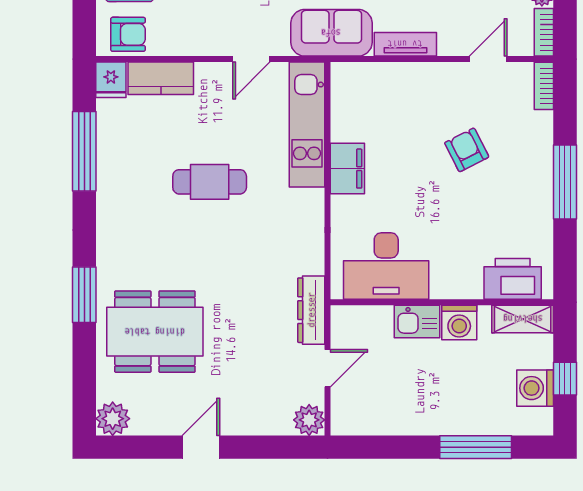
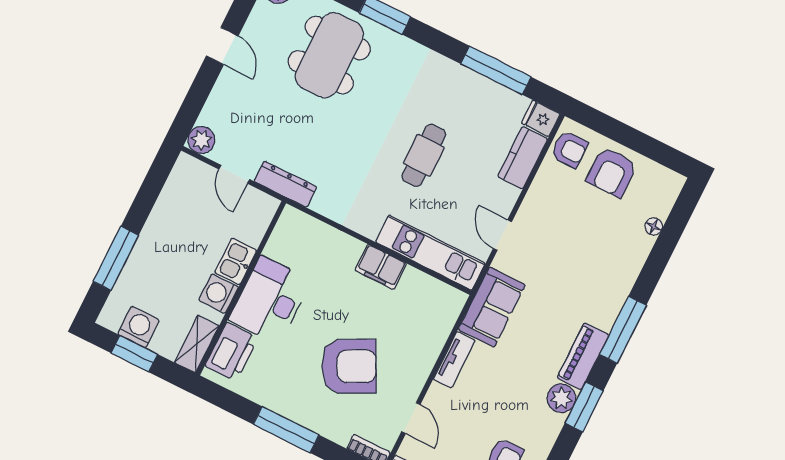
armchair: (128, 34) -> (569, 149), turned -90
armchair: (467, 150) -> (349, 366), width x1.88, depth x1.88
desk: (386, 266) -> (270, 300), moved
window: (565, 379) -> (134, 354), width x1.50

